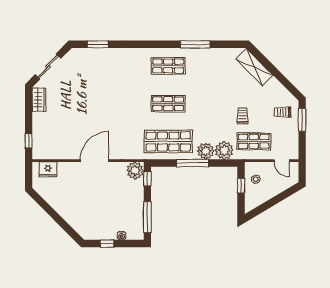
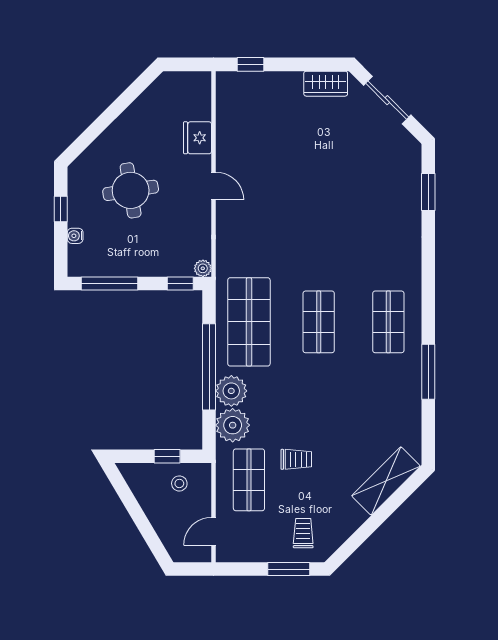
door: (95, 161) -> (213, 186), width x0.53
window: (193, 163) -> (209, 367), width x1.46
fridge: (48, 169) -> (197, 138), moved
plant: (135, 171) -> (203, 268), width x0.53, depth x0.53
round table: (97, 206) -> (131, 190), added

